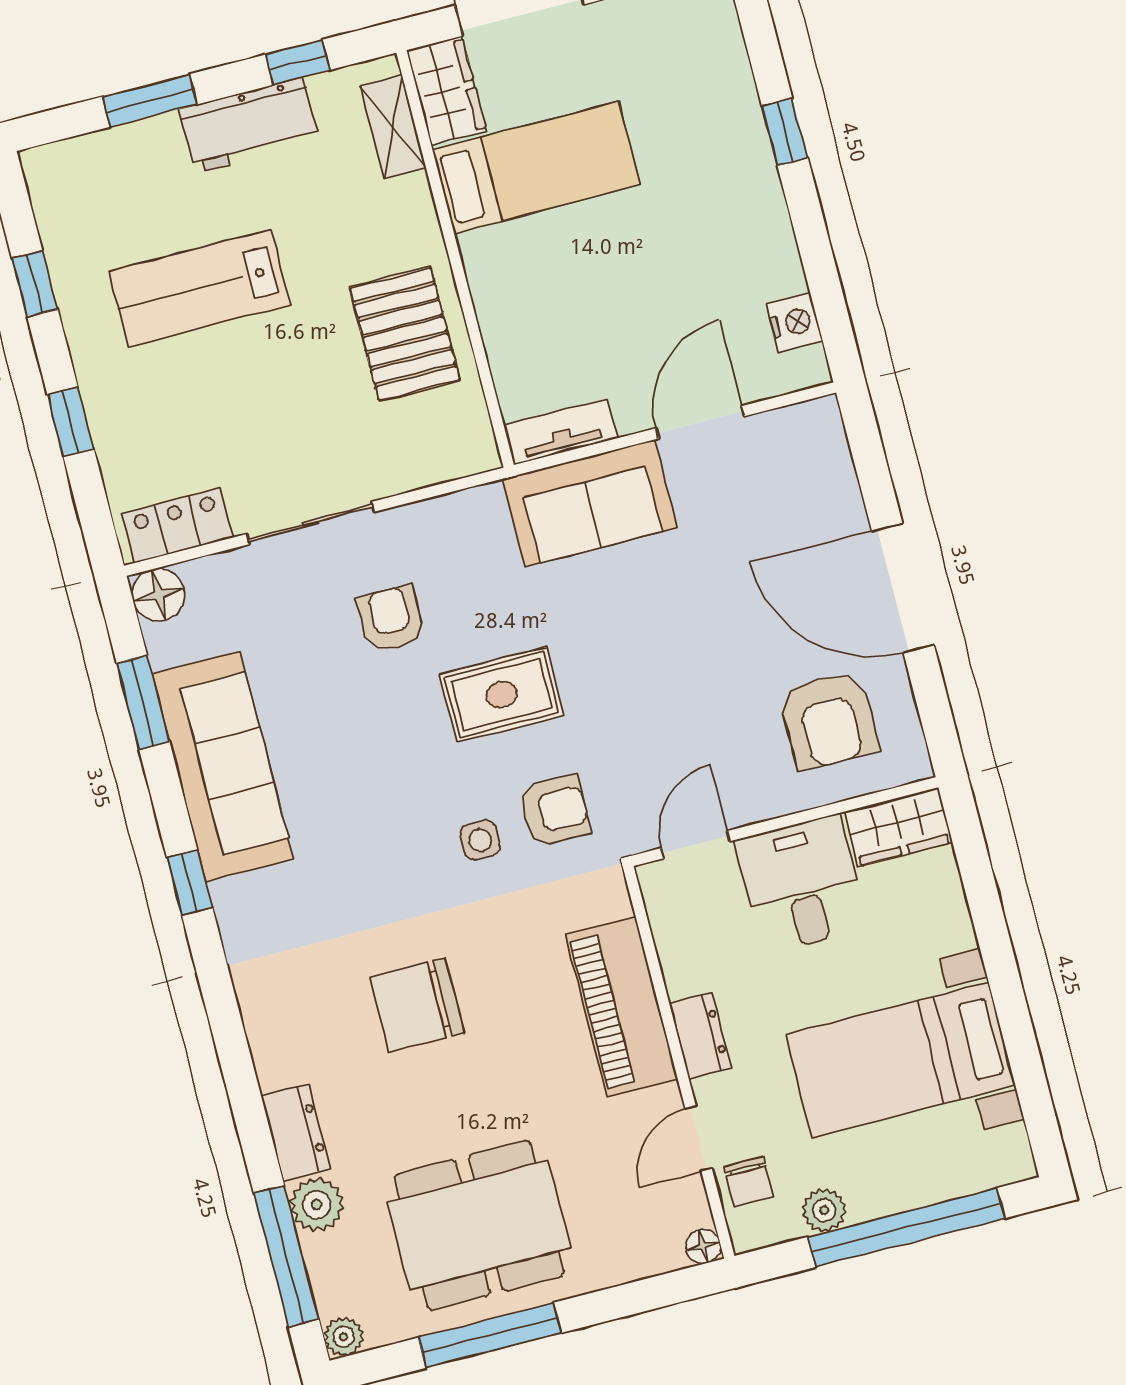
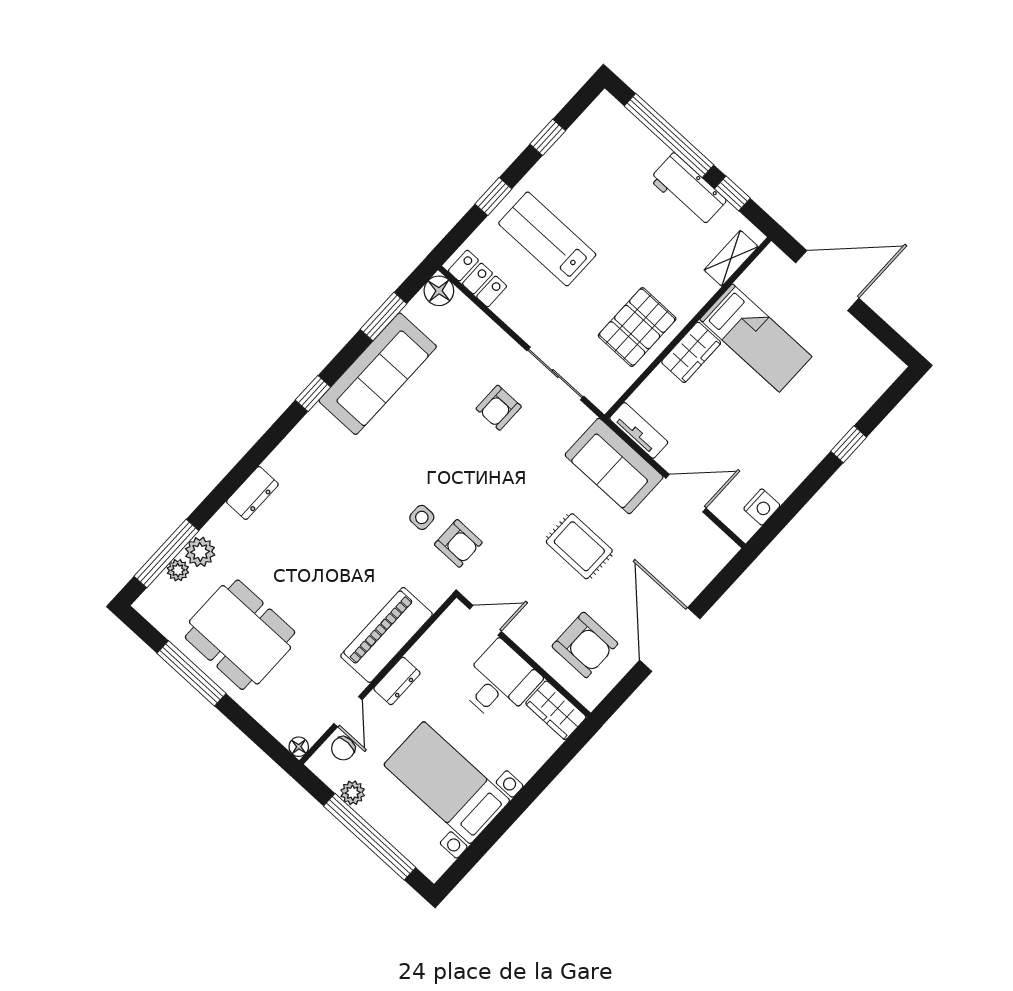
wardrobe: (446, 91) -> (691, 352), moved
window: (150, 101) -> (669, 135), width x2.11
lab bench: (200, 288) -> (547, 239), moved
sliding door: (311, 523) -> (555, 373), moved
armchair: (391, 619) -> (499, 408), turned 180
rug: (502, 695) -> (579, 546), moved
armchair: (829, 720) -> (585, 645), turned -90
chair: (417, 1005) -> (325, 538), removed
dresser: (296, 1133) -> (252, 493), moved
door: (699, 1139) -> (348, 712), swing flipped
plant: (343, 1337) -> (178, 570), moved

